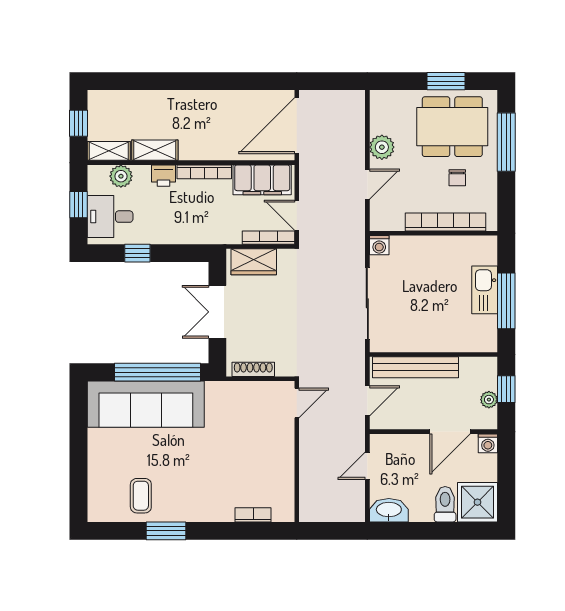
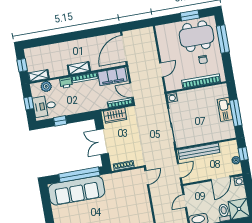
plant: (382, 147) -> (165, 51), removed
shelving: (155, 150) -> (79, 68), moved

